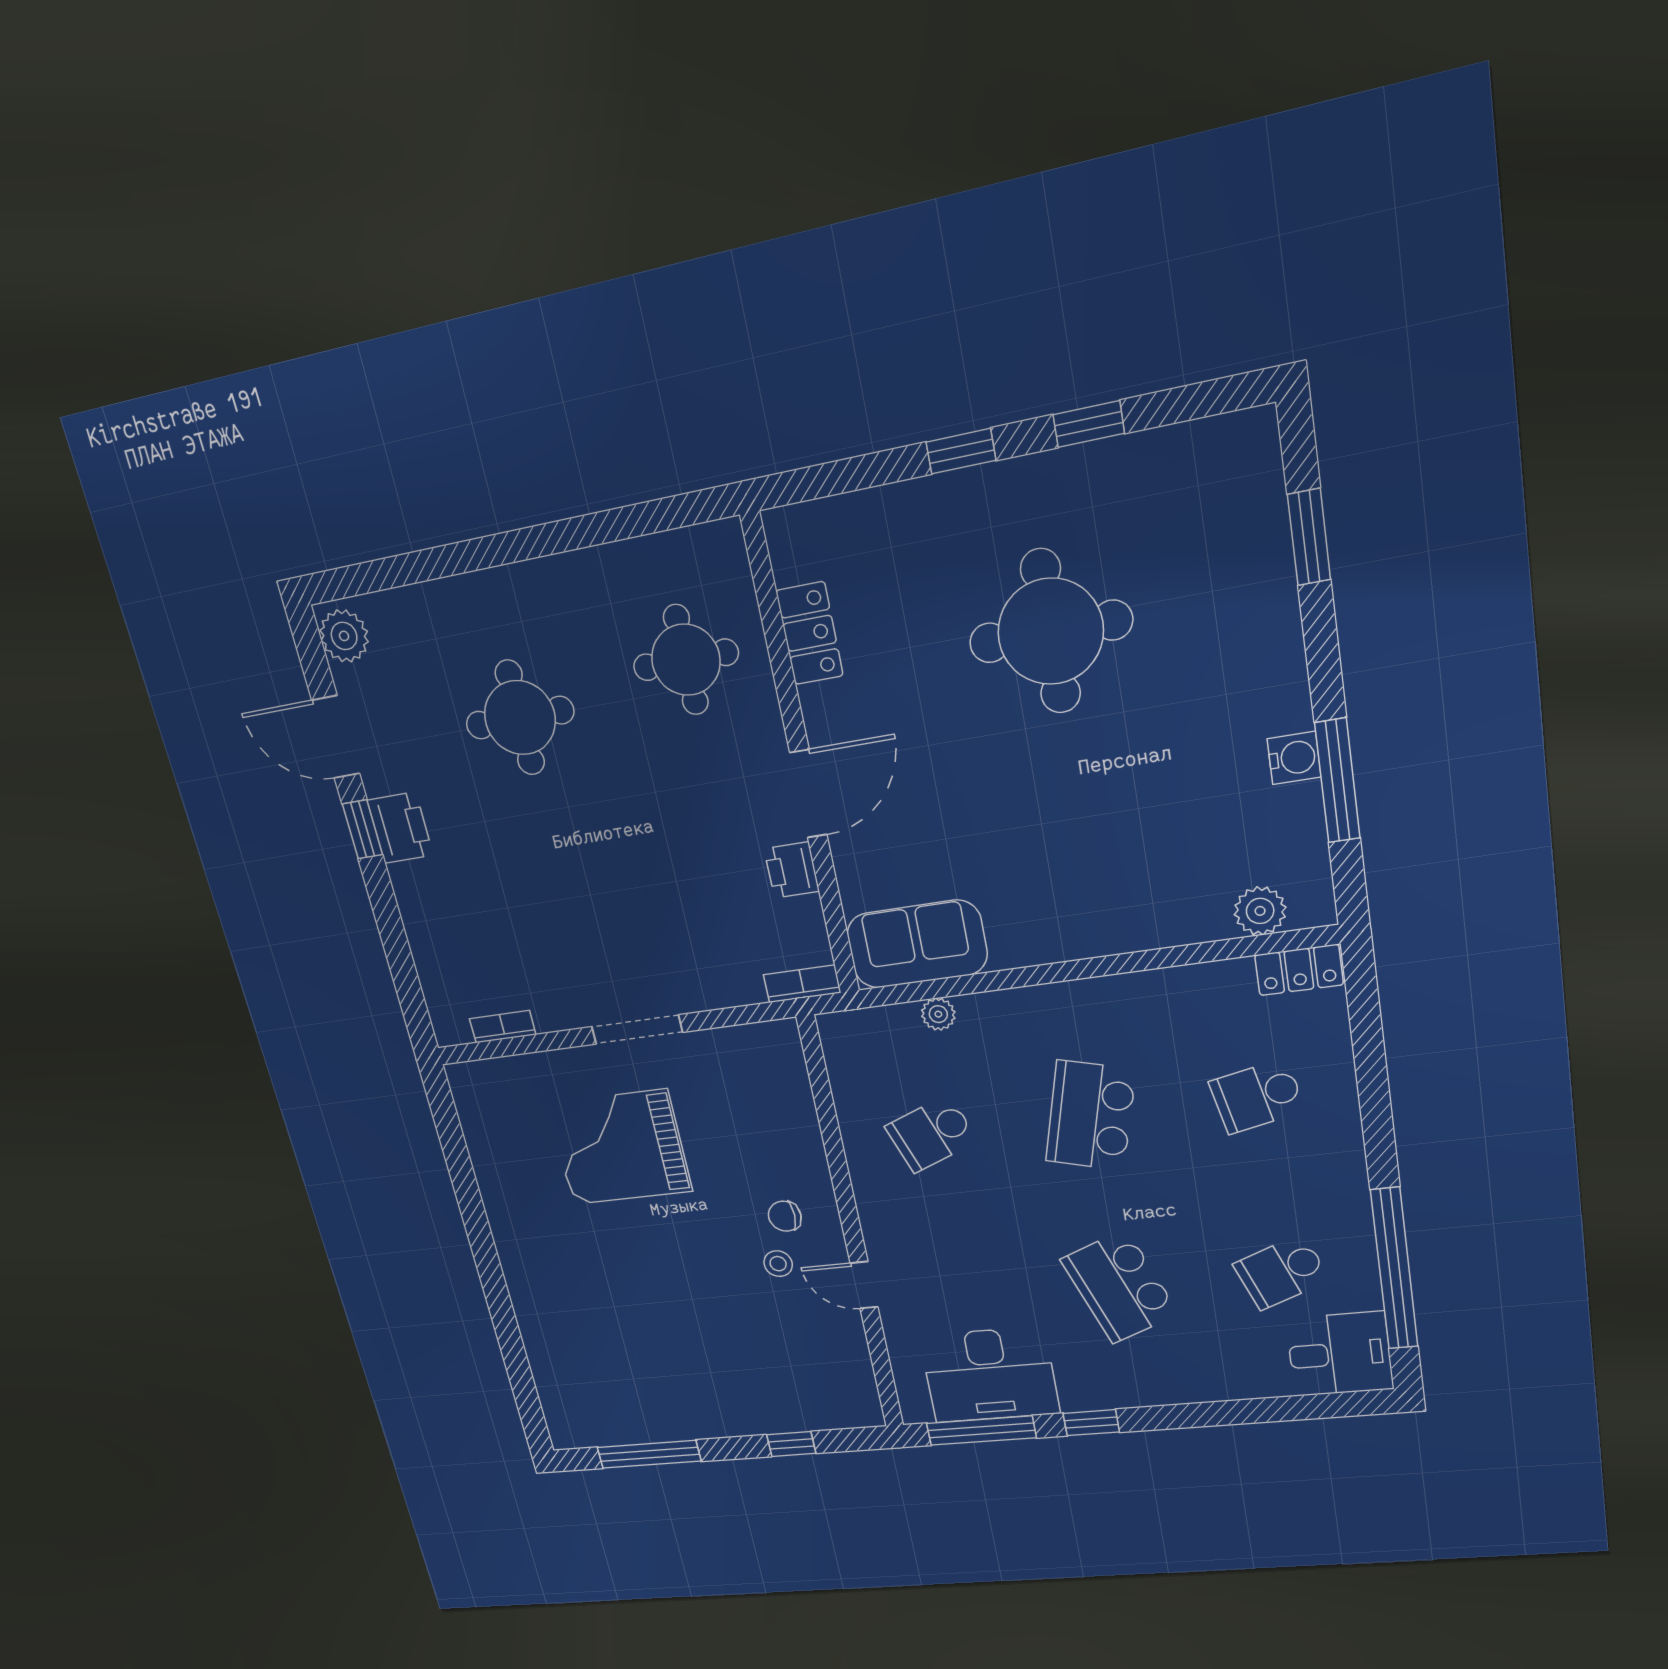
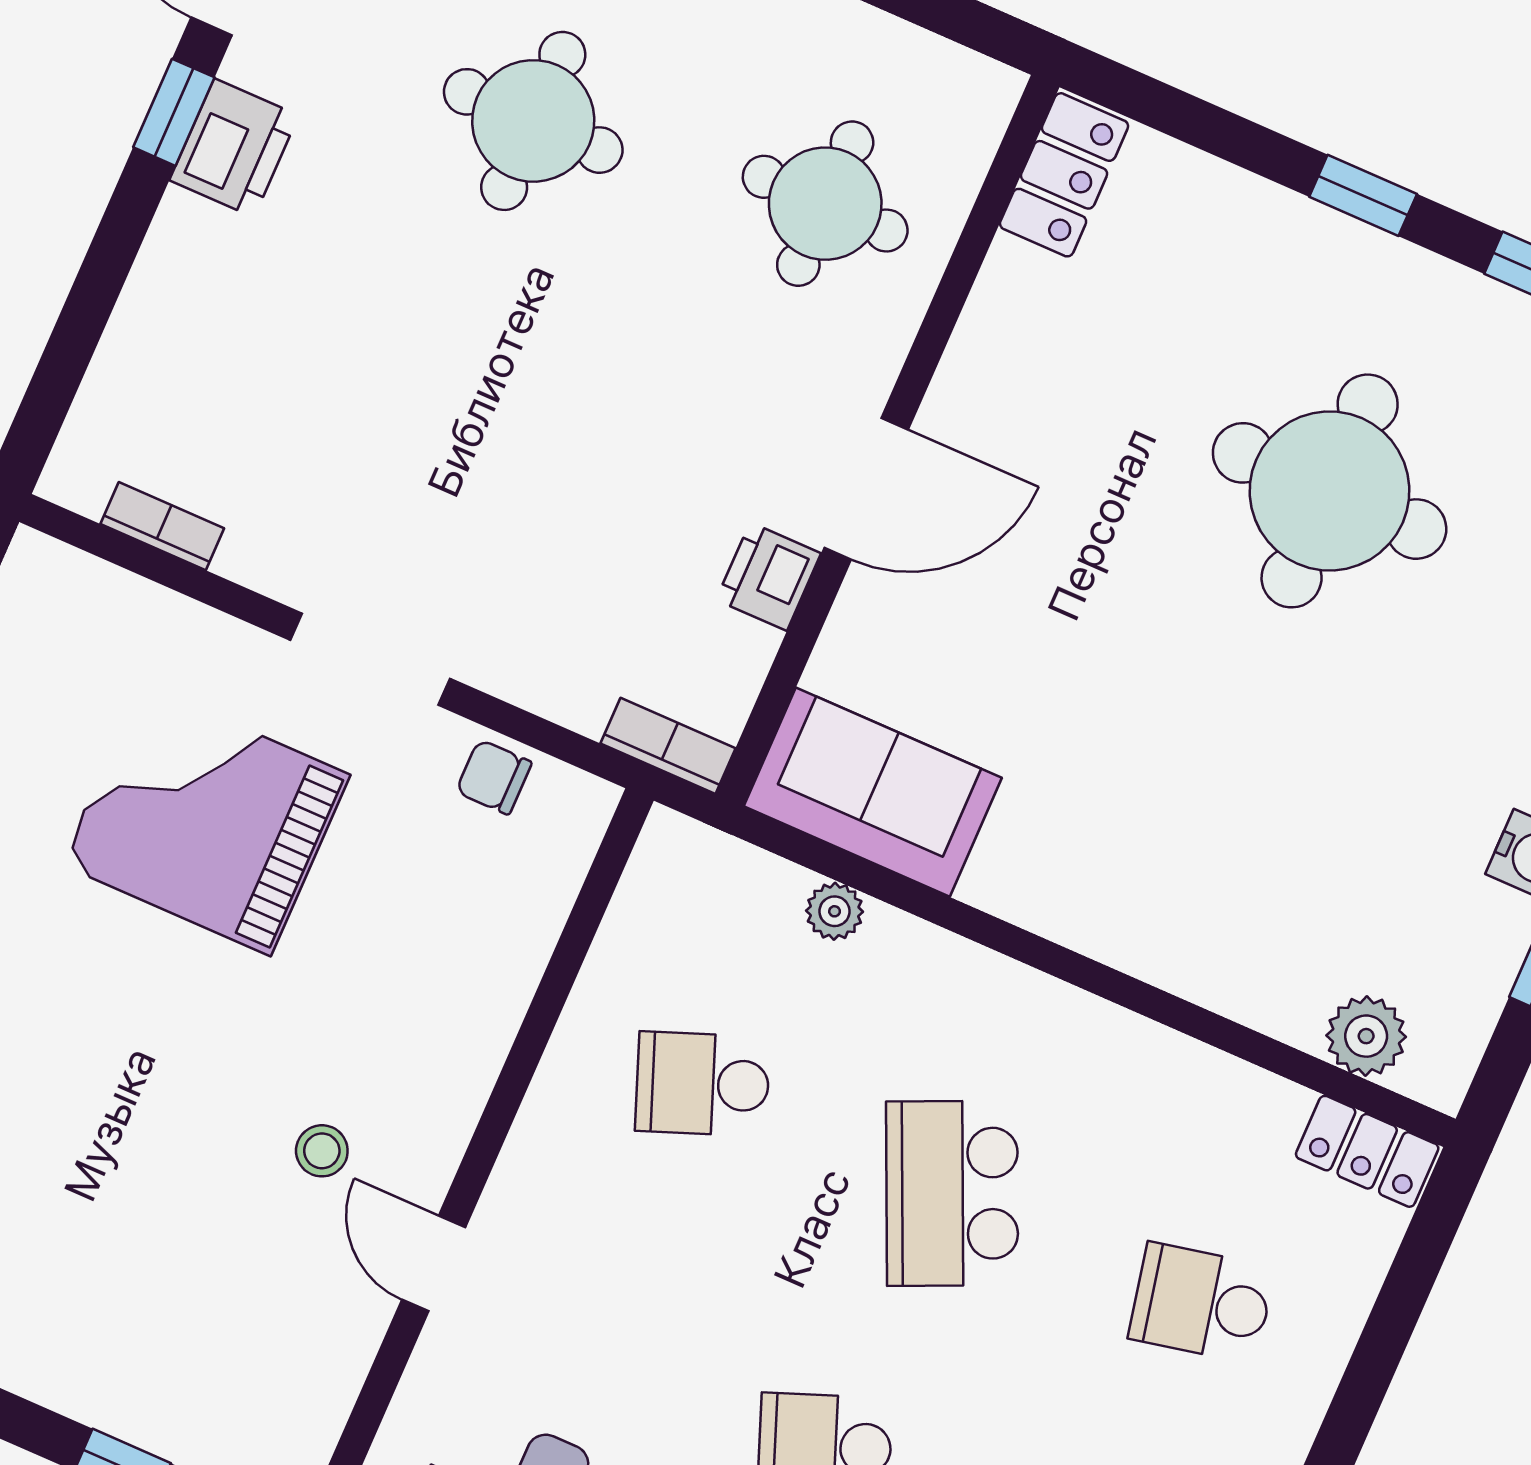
locker: (810, 633) -> (1064, 175), moved
school desk: (1090, 1115) -> (952, 1193), turned -39
chair: (785, 1216) -> (494, 777), moved

